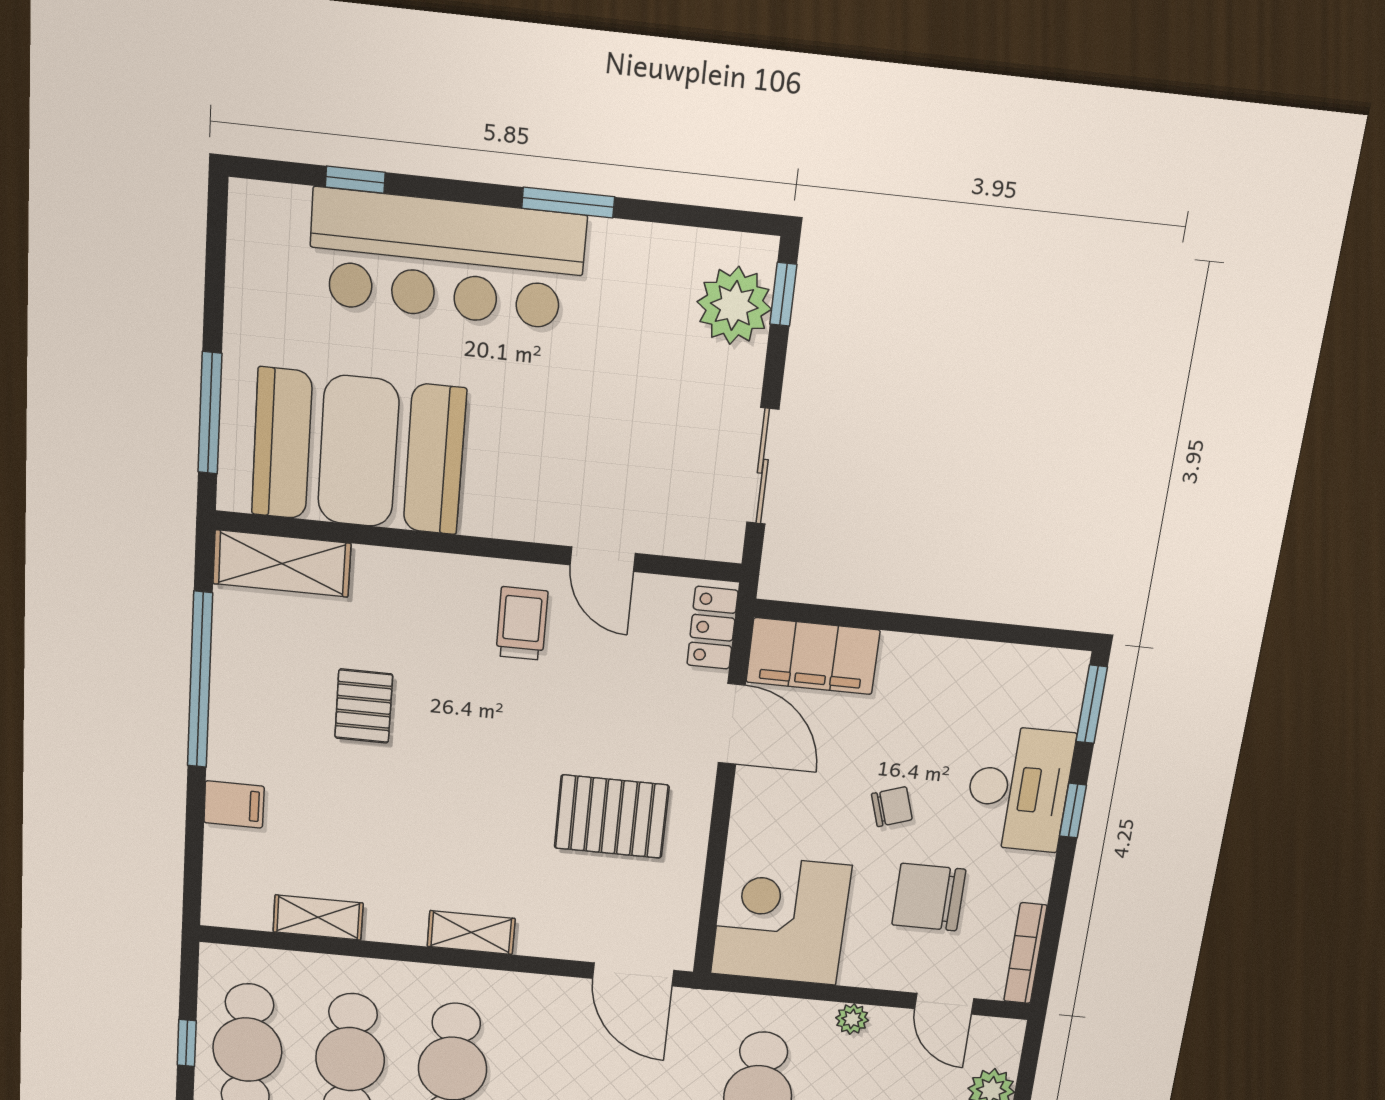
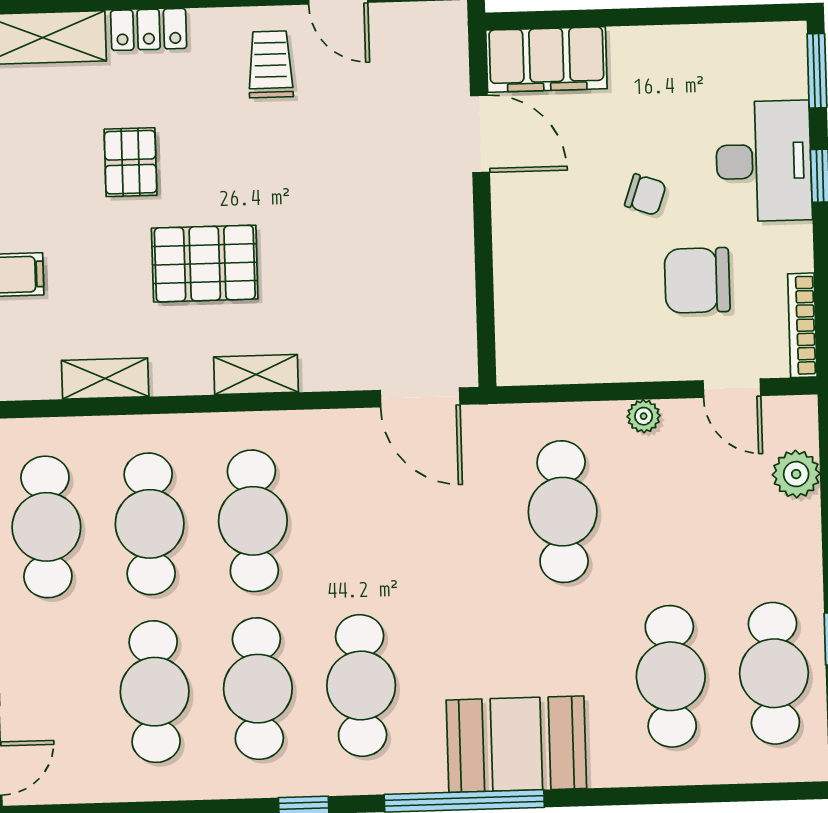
locker: (712, 628) -> (149, 29), moved, turned -90
chair: (892, 807) -> (645, 195), turned 37
pallet: (612, 817) -> (205, 264), moved
corner desk: (781, 920) -> (557, 322), removed

